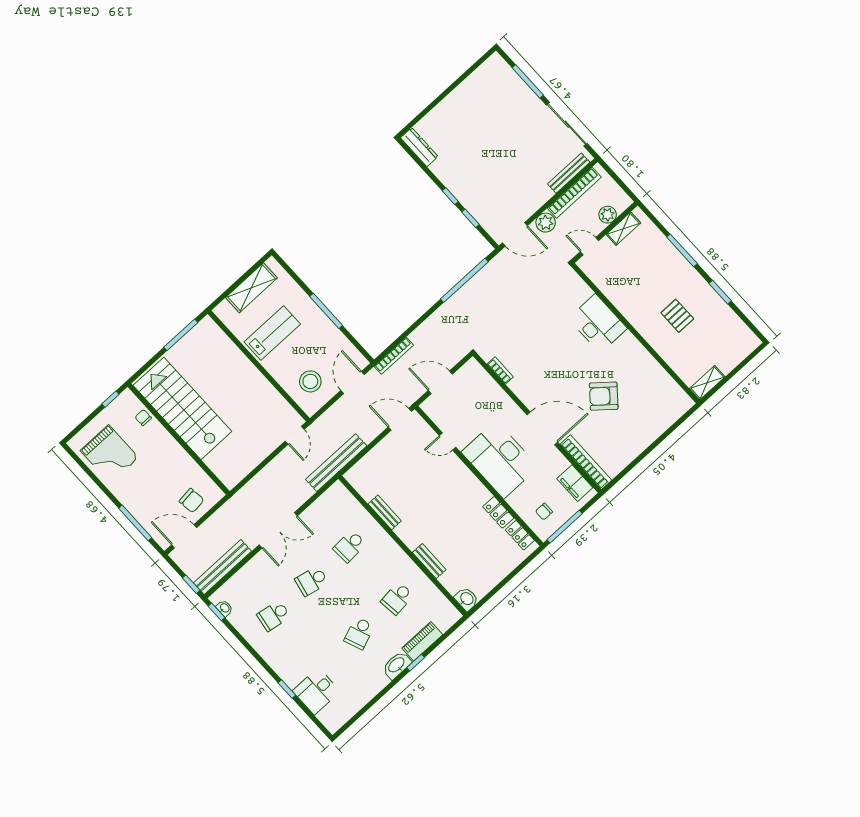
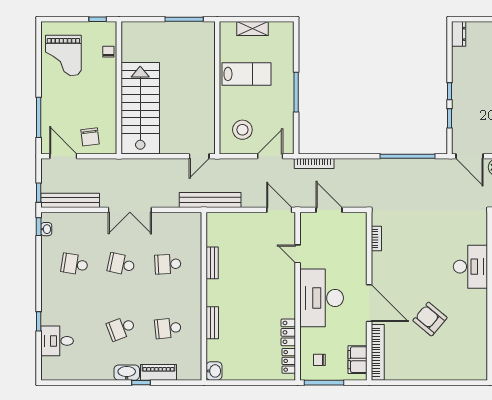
dresser: (419, 147) -> (459, 34), width x0.70
shelving: (251, 288) -> (252, 29), width x0.67, depth x0.75
stairs: (182, 408) -> (140, 108), moved

